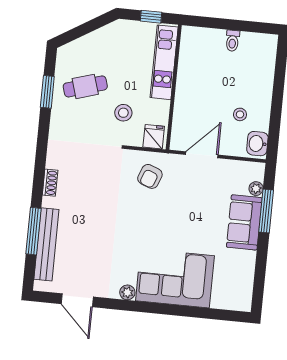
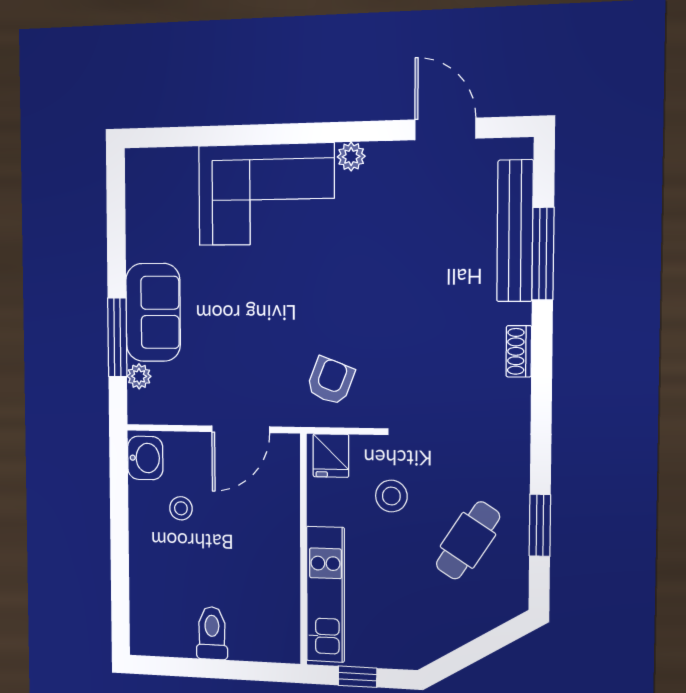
toilet: (232, 41) -> (212, 633), width x1.37, depth x1.39
cafe table: (85, 86) -> (468, 540), turned -40

